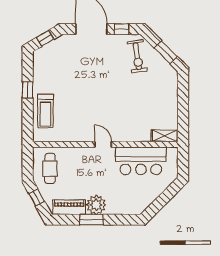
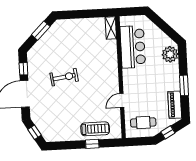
exercise bike: (137, 56) -> (64, 77), moved
window: (28, 90) -> (92, 144), moved
door: (103, 144) -> (122, 101), moved
plant: (96, 205) -> (170, 54), moved

